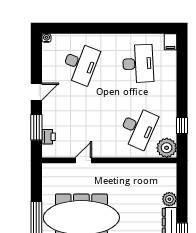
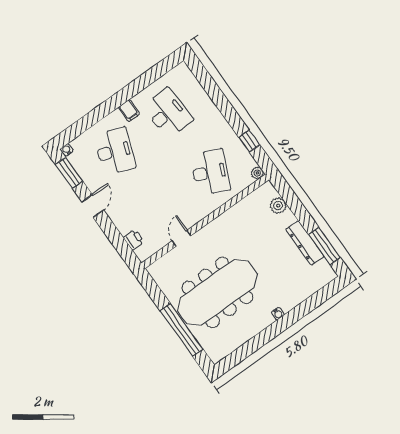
filing cabinet: (170, 42) -> (129, 111), moved
window: (36, 127) -> (69, 173), moved
plant: (167, 148) -> (257, 173), width x0.53, depth x0.53
plant: (169, 199) -> (278, 206), moved

